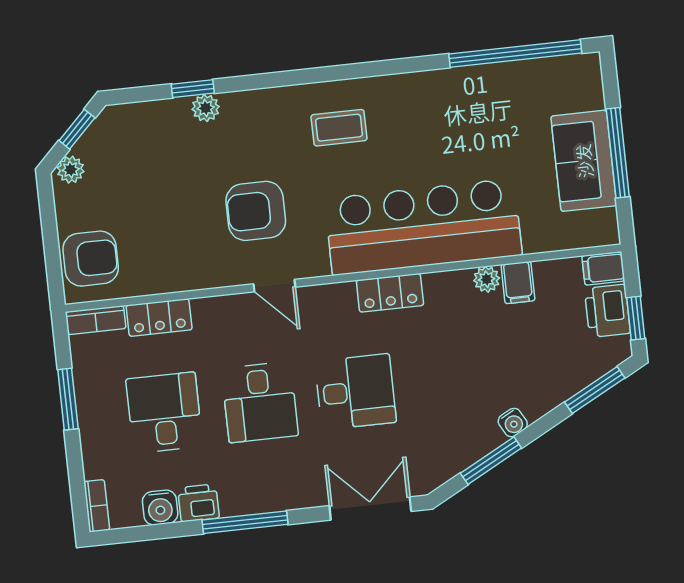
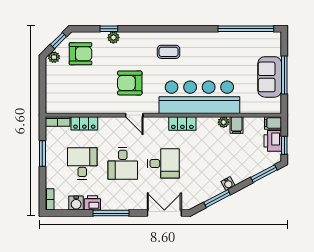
armchair: (91, 259) -> (81, 54), moved

